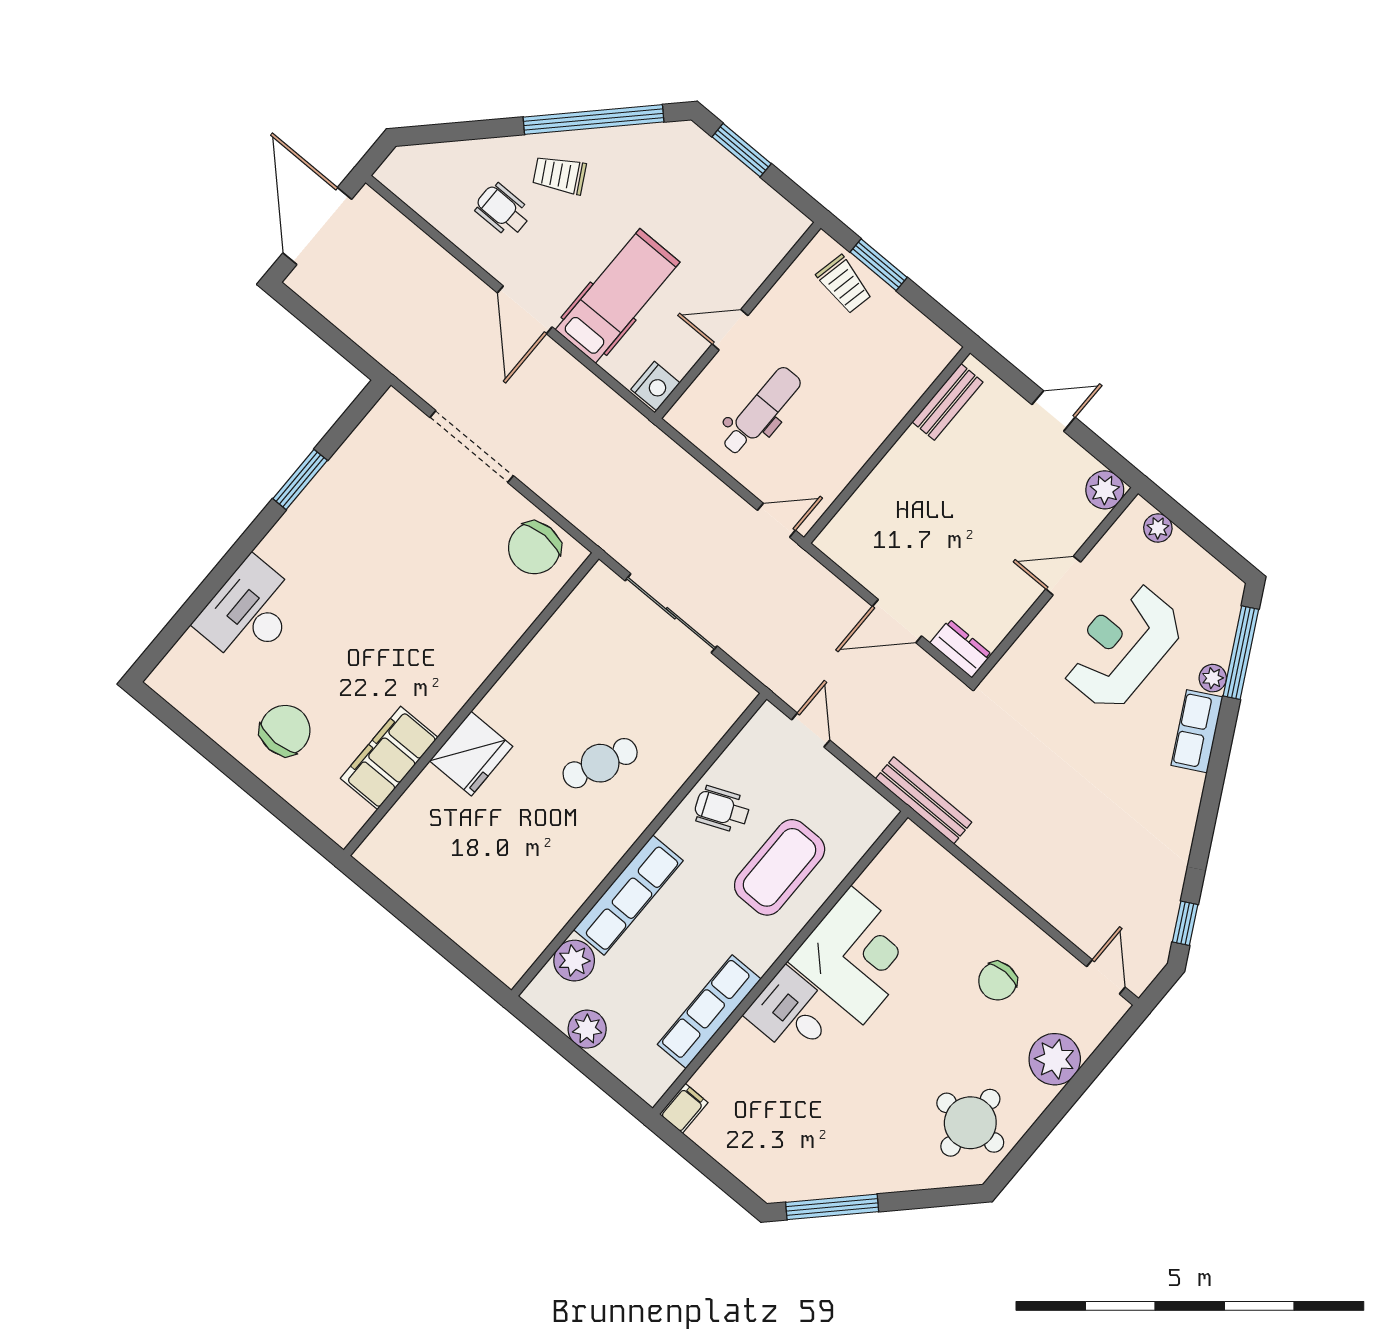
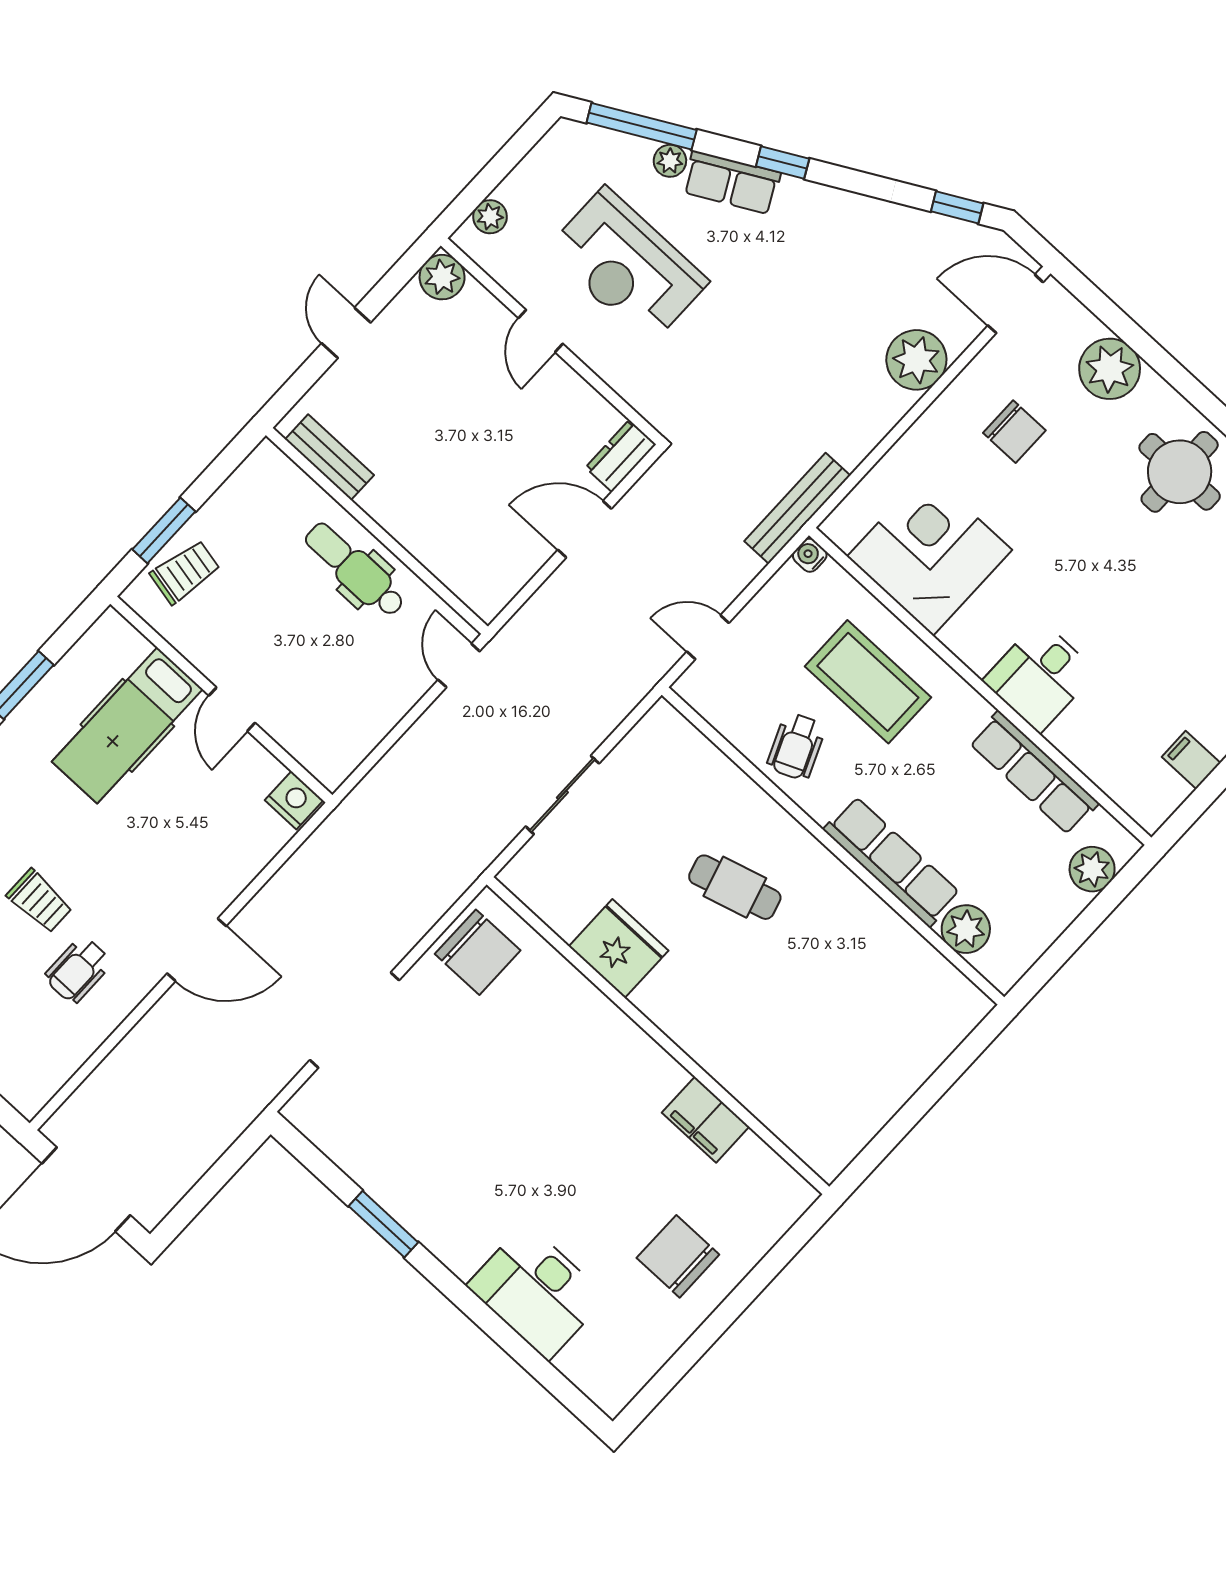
trolley: (559, 175) -> (40, 901), turned -61
hospital bed: (618, 296) -> (127, 725), moved, turned -90
dental chair: (761, 411) -> (355, 570), moved
sliding door: (671, 613) -> (562, 795), width x0.73
door: (897, 621) -> (585, 529), swing flipped
fridge: (471, 754) -> (619, 948), moved
filing cabinet: (389, 758) -> (706, 1120), width x0.67, depth x0.86
cafe table: (600, 763) -> (735, 887), turned -41
window: (1216, 774) -> (783, 163), added
water cooler: (884, 813) -> (810, 555), added
plant: (1054, 895) -> (916, 360), added
corner desk: (857, 955) -> (930, 553), moved
door: (1106, 977) -> (1016, 304), width x1.37
plant: (587, 1029) -> (1092, 869), moved
filing cabinet: (684, 1108) -> (1191, 760), moved

